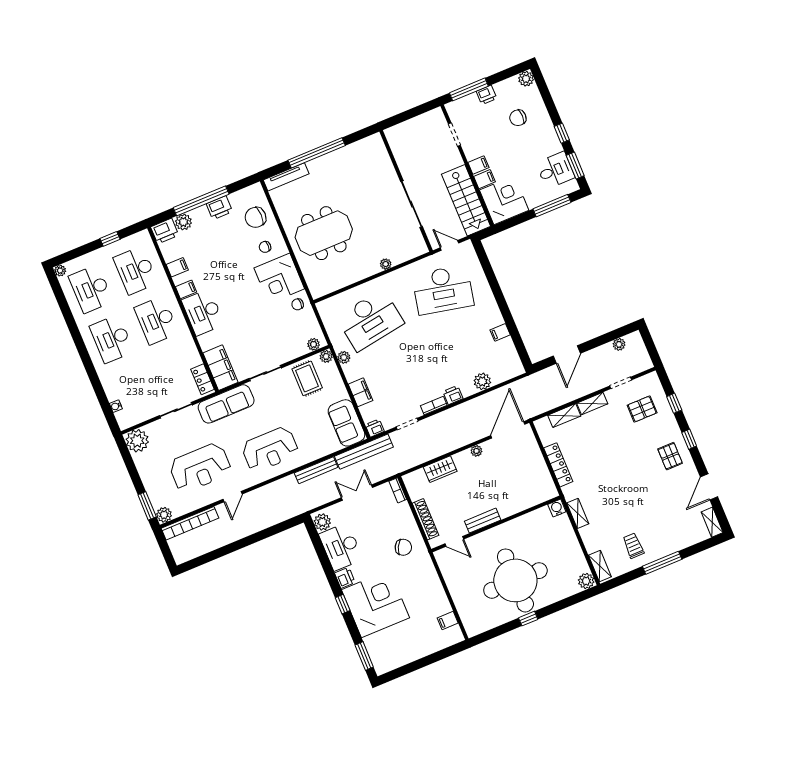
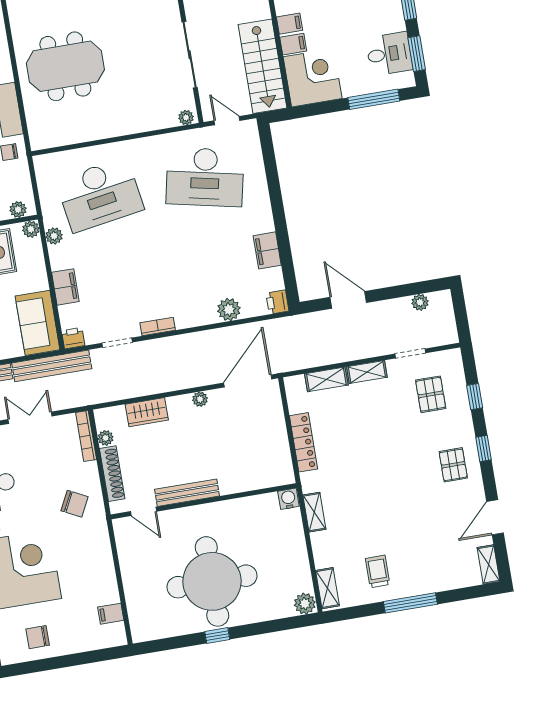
plant: (386, 264) -> (186, 117), moved
filing cabinet: (500, 332) -> (267, 250), width x2.00
door: (567, 355) -> (348, 300), swing flipped
printer: (453, 395) -> (277, 302), moved, turned -90
pallet: (642, 409) -> (431, 394), turned 90
bookcase: (398, 490) -> (86, 436), width x1.56
plant: (415, 495) -> (106, 438), added
bench: (483, 521) -> (187, 493), width x1.36
chair: (399, 650) -> (38, 637), added

